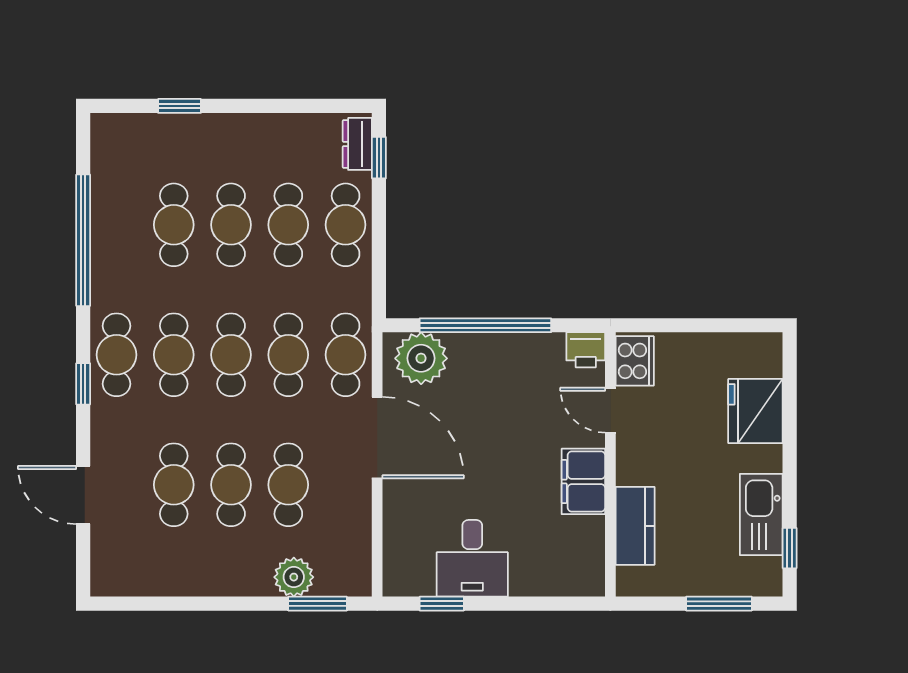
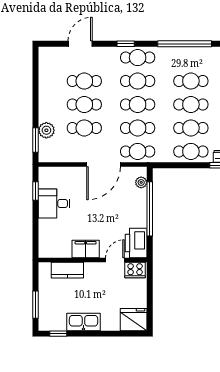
printer: (586, 350) -> (136, 243), width x1.87, depth x1.48
plant: (421, 358) -> (141, 182), width x0.53, depth x0.53
fridge: (755, 411) -> (134, 320), moved
kitchen sink: (761, 515) -> (83, 322), moved

